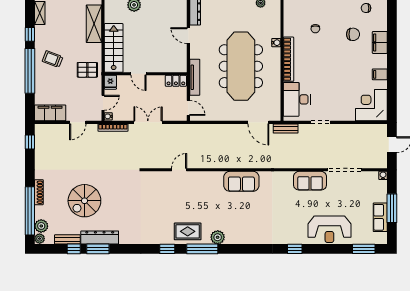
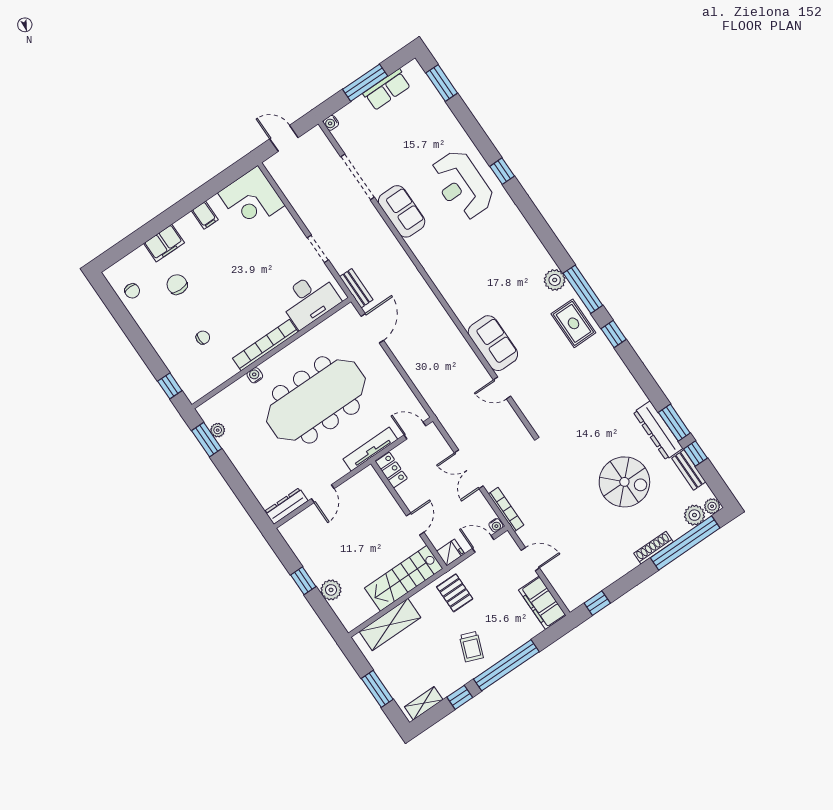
door: (188, 108) -> (415, 430), hinge flipped
sofa: (241, 181) -> (493, 343), moved
reception desk: (329, 229) -> (462, 185), moved, turned 180

